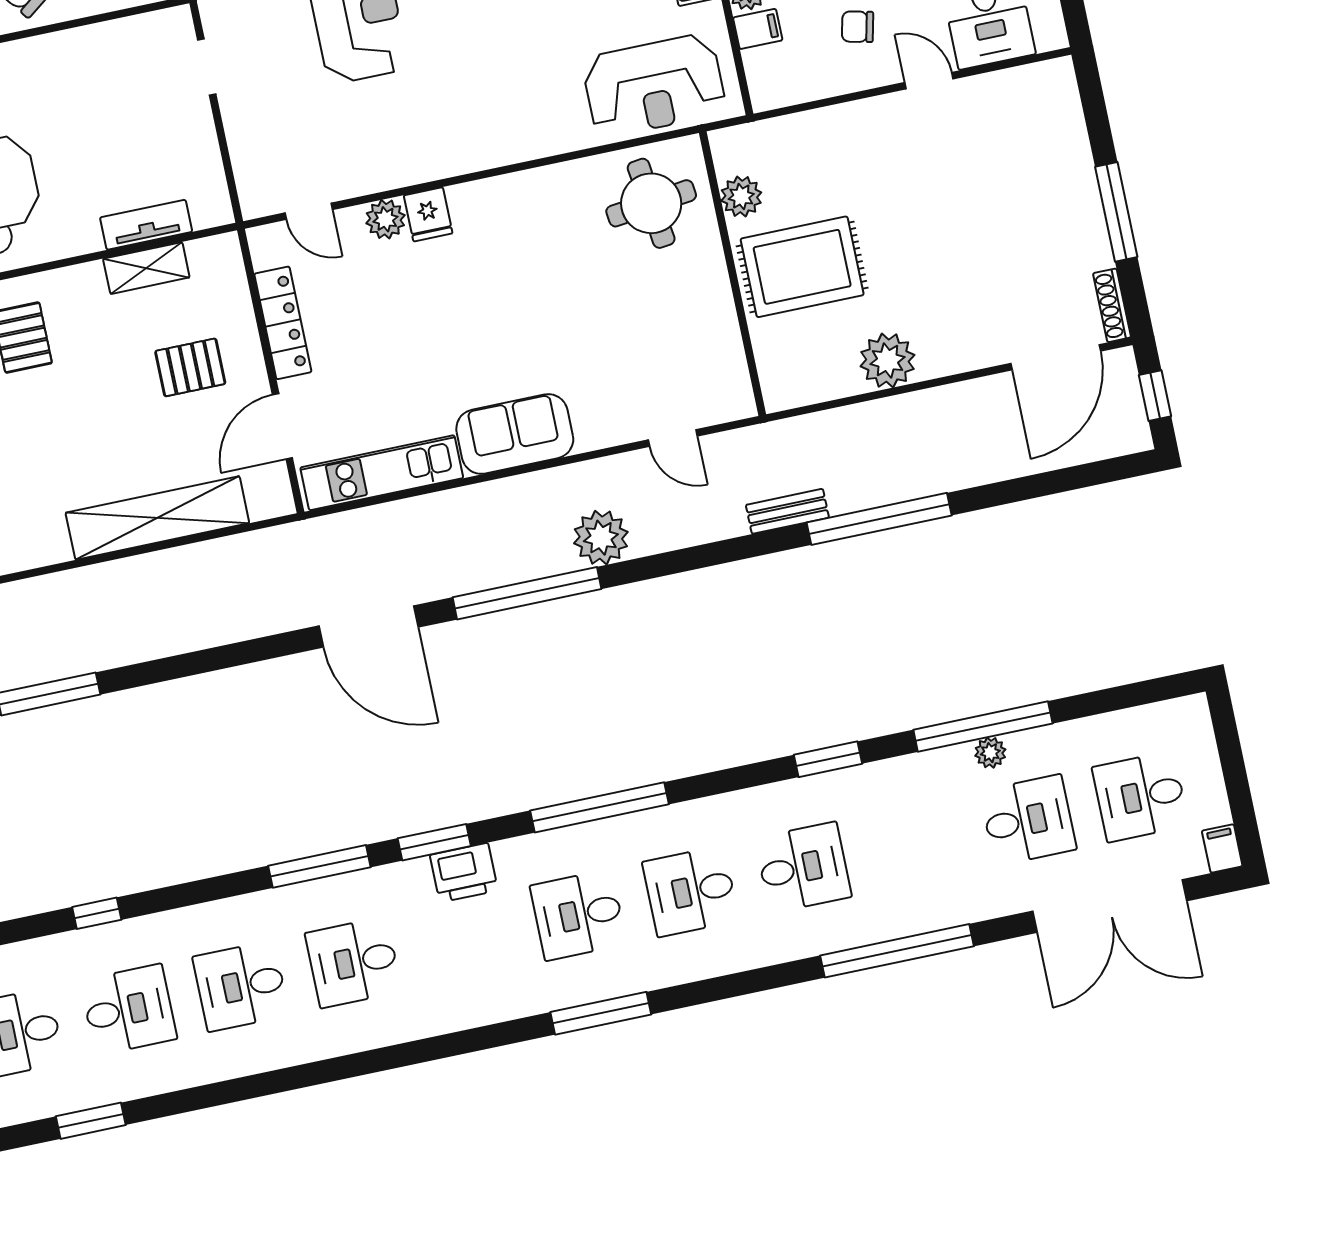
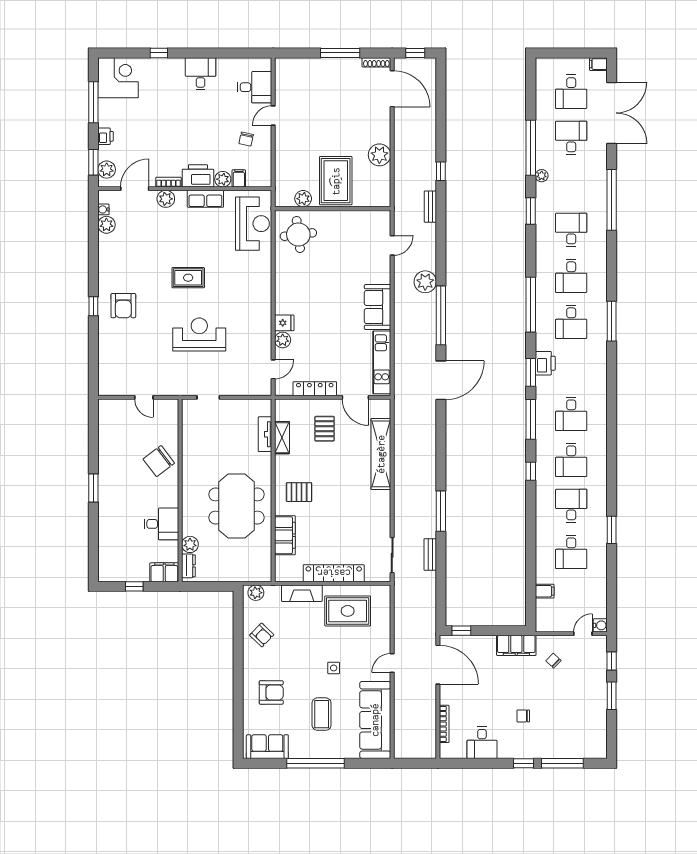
window: (879, 519) -> (441, 171), width x0.32
plant: (990, 753) -> (542, 176), moved
window: (97, 913) -> (531, 471), moved

